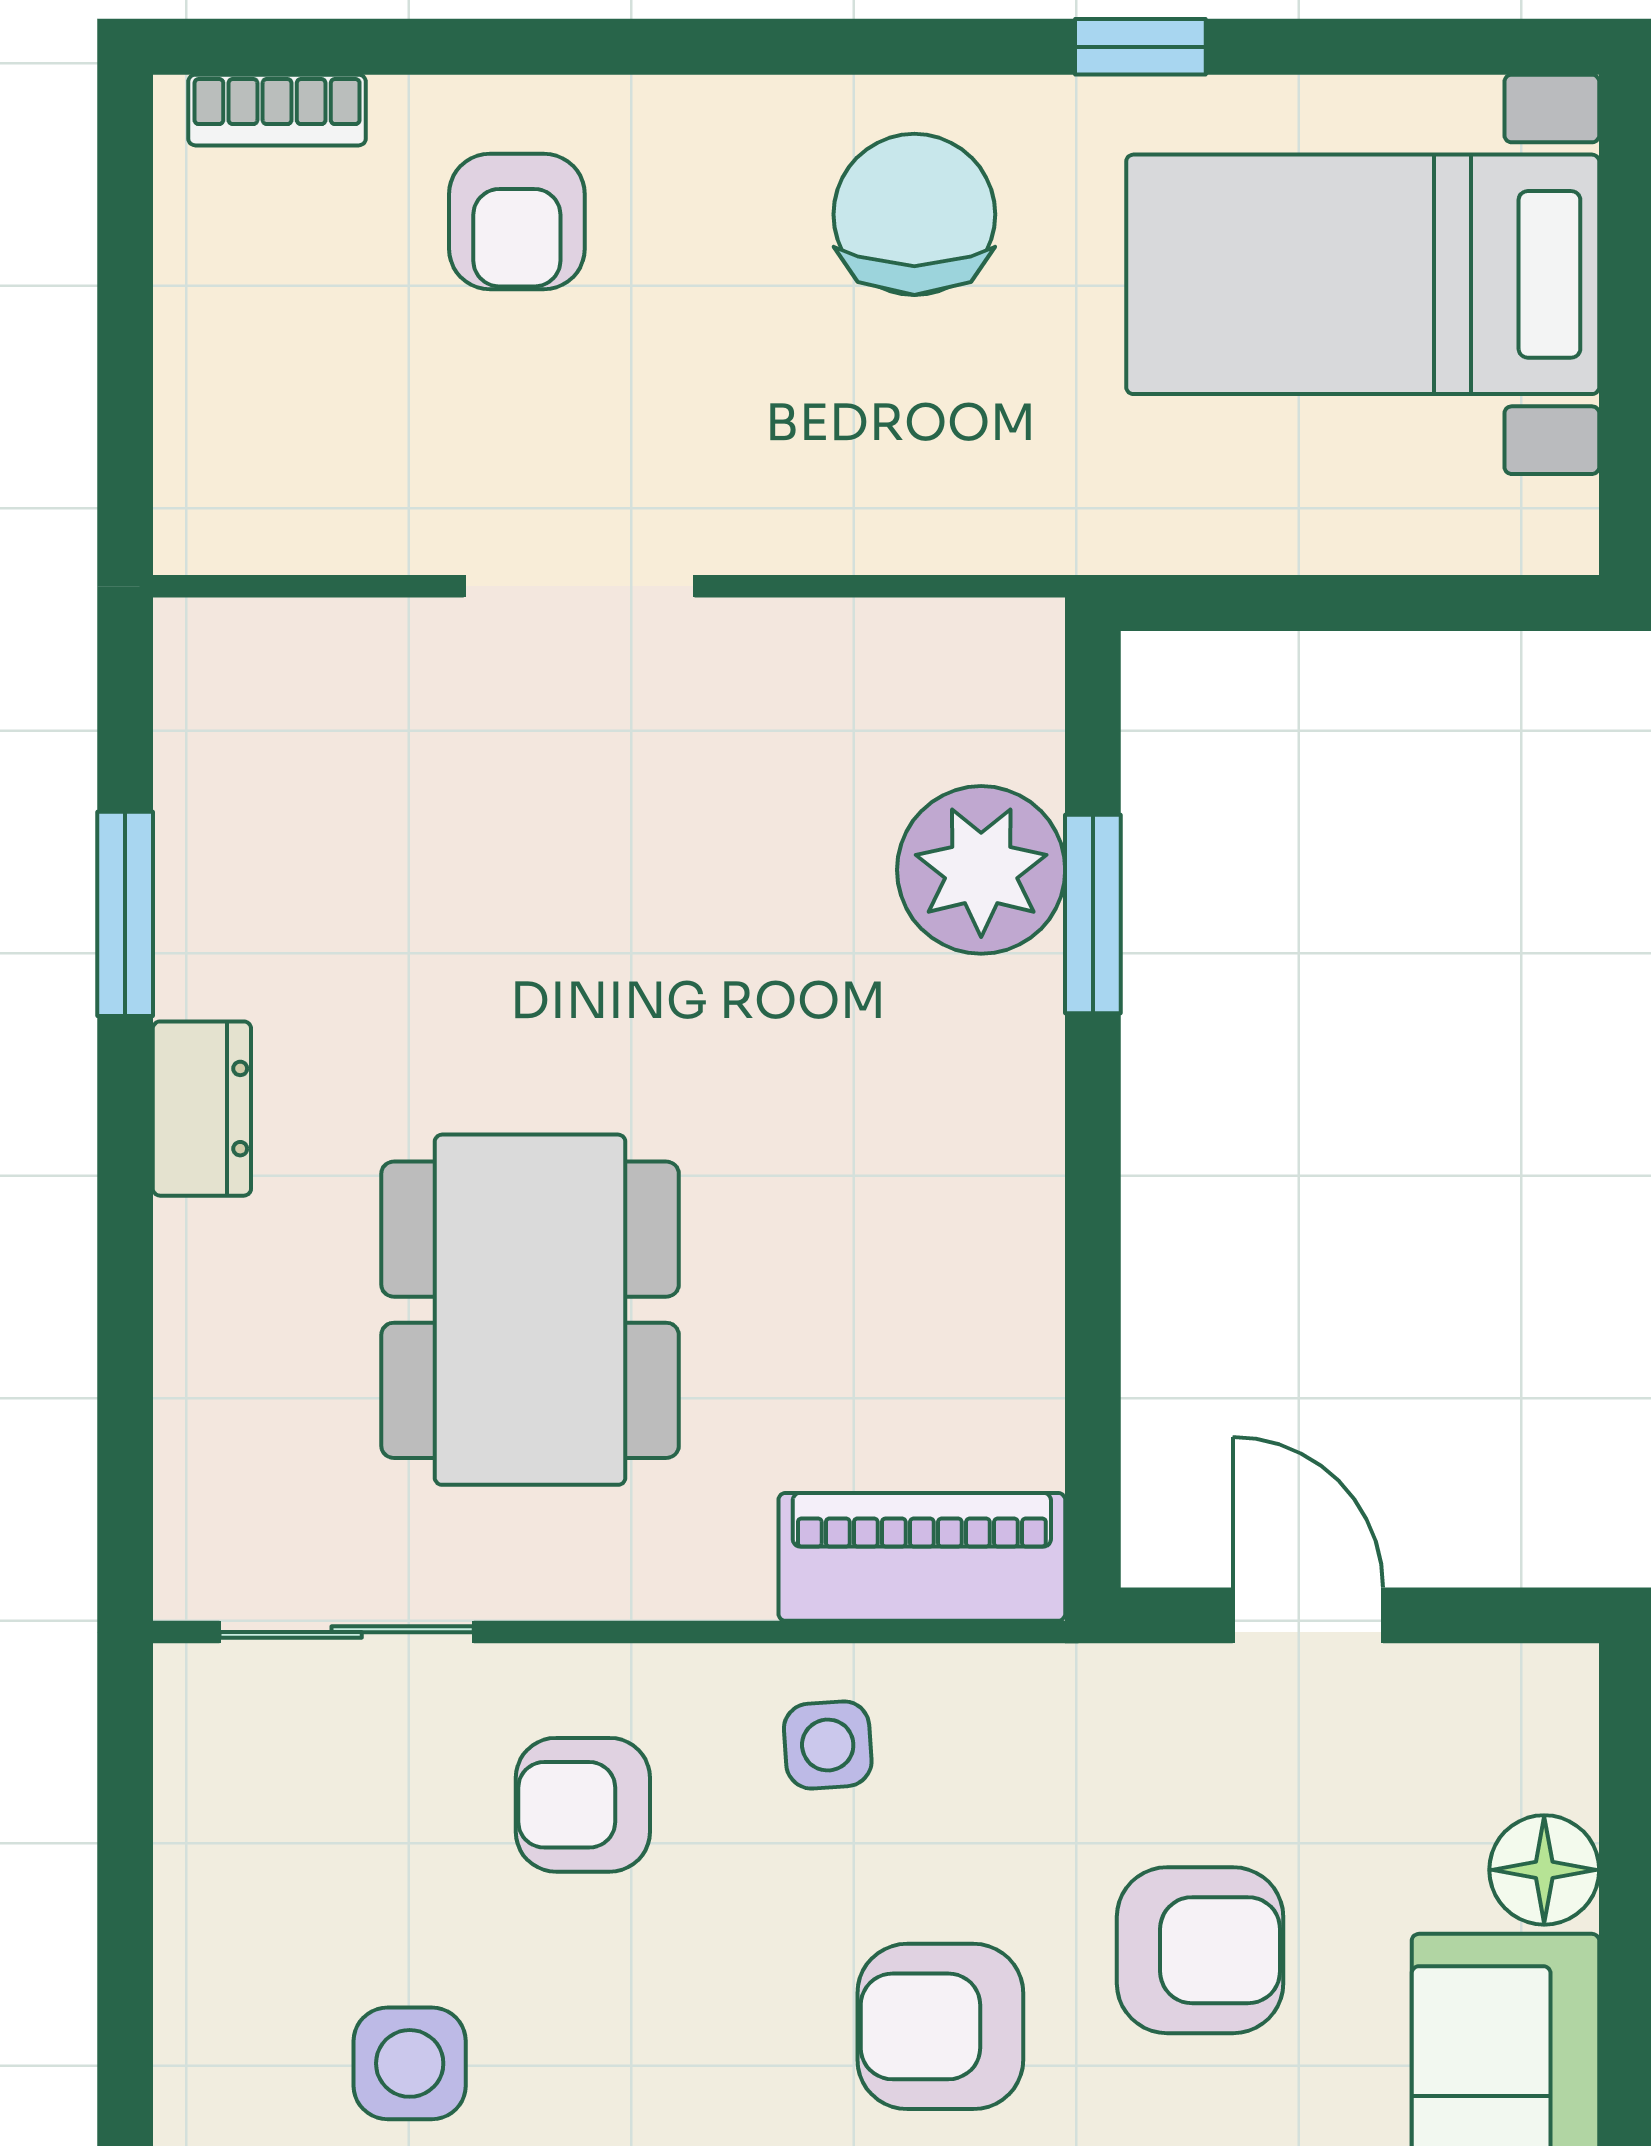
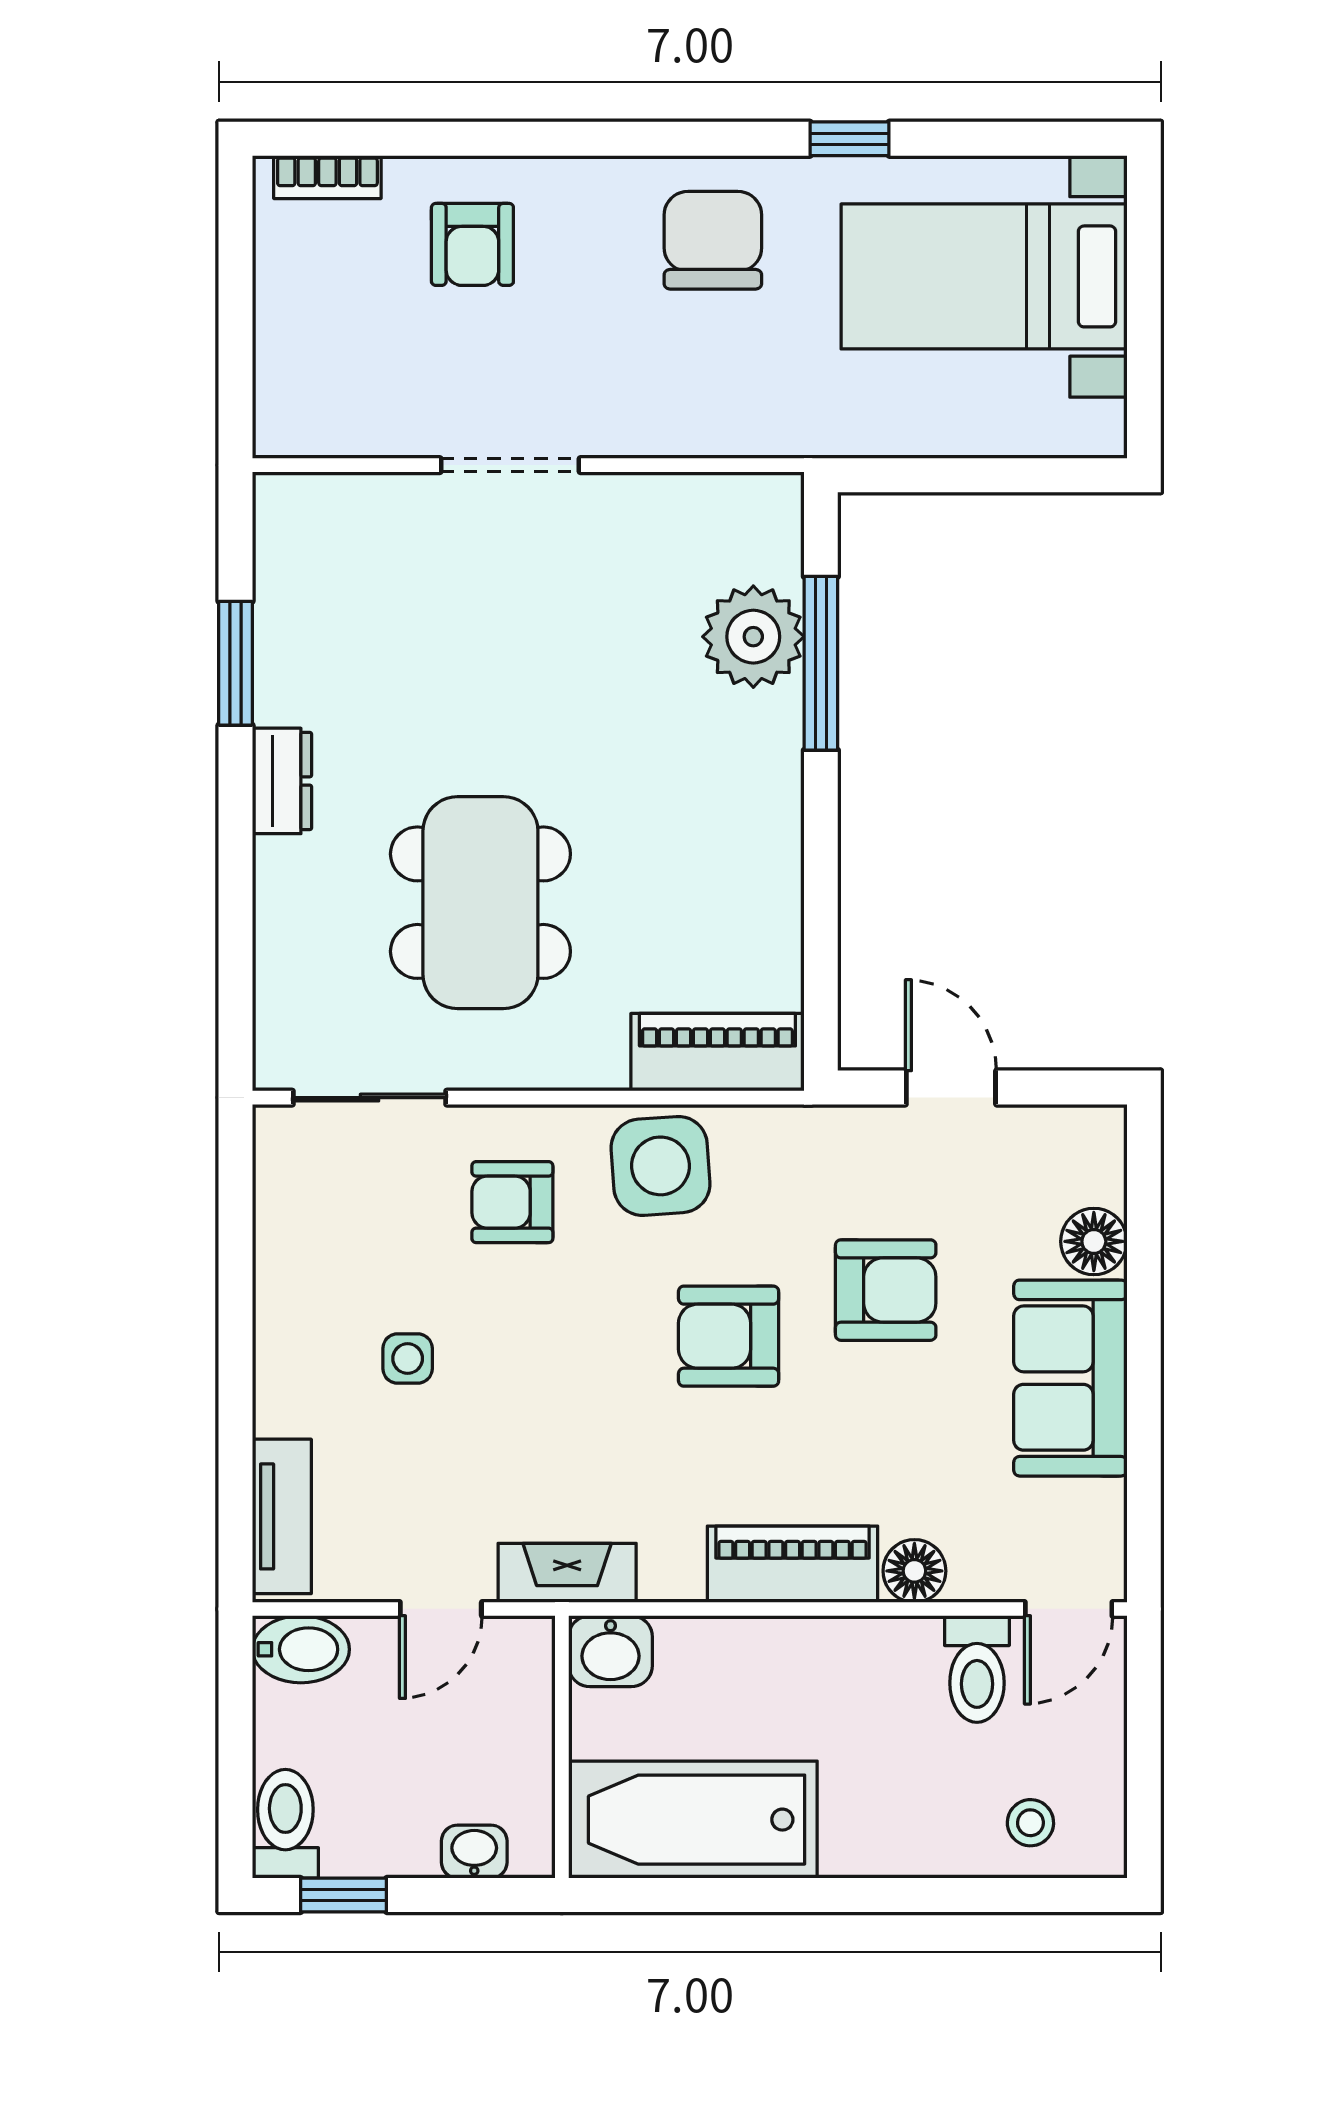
window: (1093, 914) -> (821, 663), width x1.44
side table: (828, 1745) -> (660, 1166), width x1.87, depth x1.87
side table: (410, 2063) -> (408, 1359), width x0.73, depth x0.73

